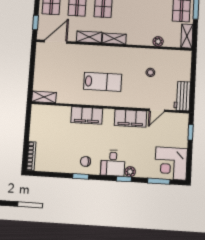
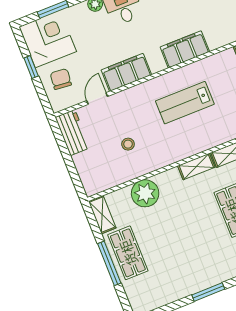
plant: (158, 41) -> (145, 193), width x1.87, depth x1.87
window: (191, 132) -> (31, 67), moved
chair: (174, 134) -> (61, 79), added

